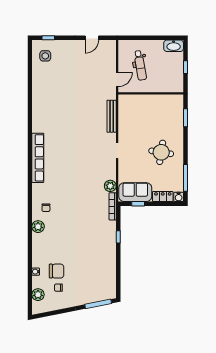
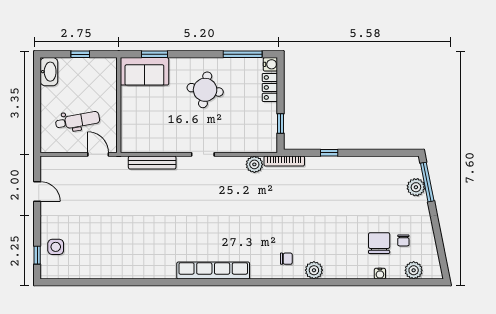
side table: (45, 56) -> (56, 247), moved
sofa: (135, 192) -> (144, 71), moved, turned -90
plant: (95, 296) -> (416, 187), added

